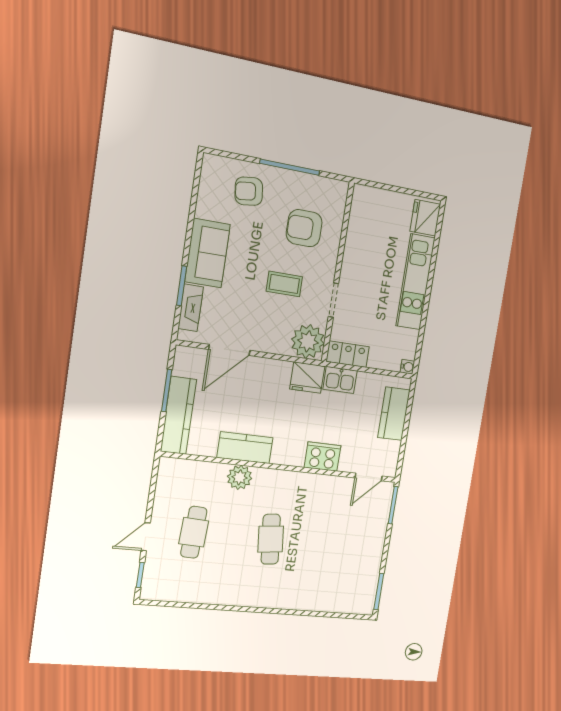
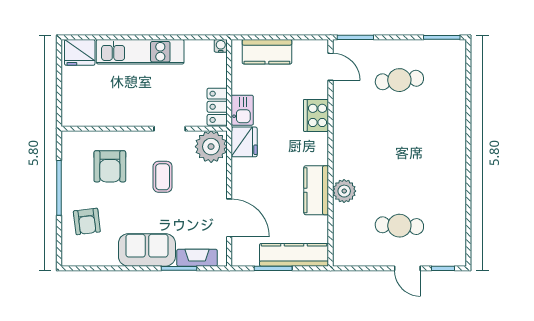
cafe table: (271, 539) -> (399, 80), moved

